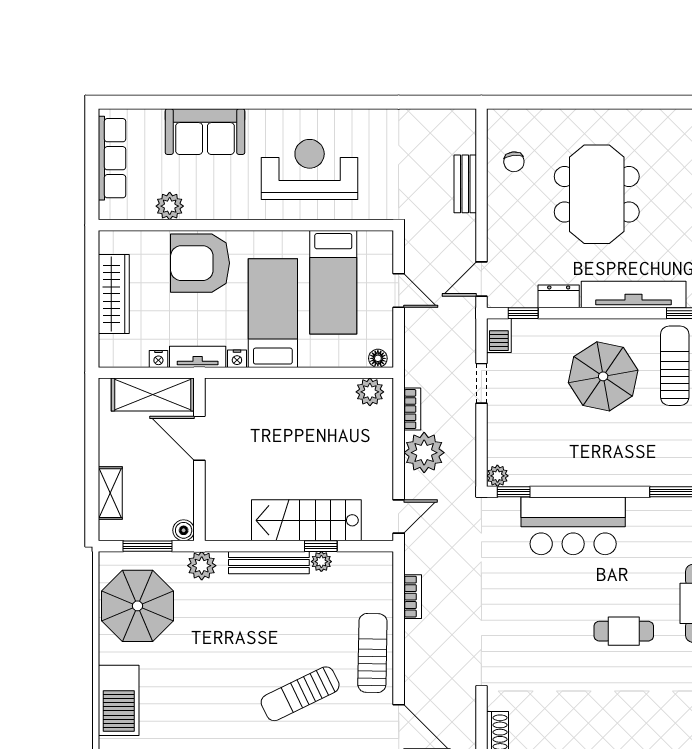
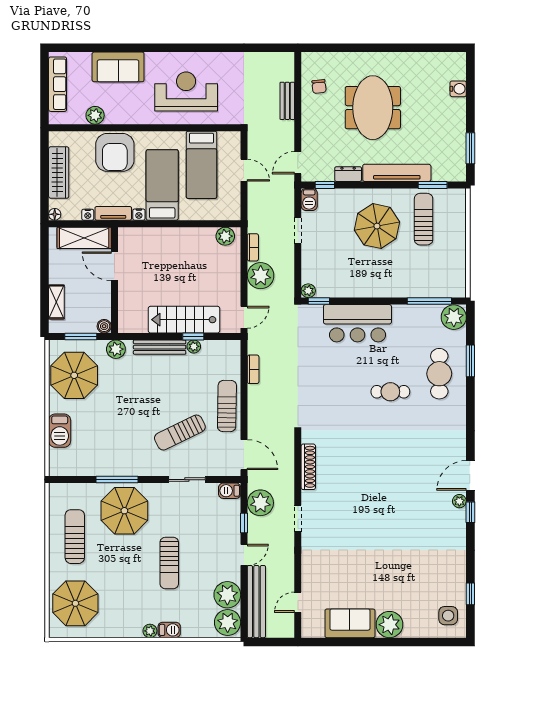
armchair: (200, 263) -> (115, 152), turned -90
floor lamp: (378, 358) -> (55, 214), moved
barbecue: (119, 700) -> (60, 431), width x0.73, depth x0.83

